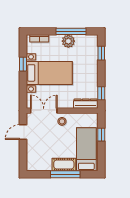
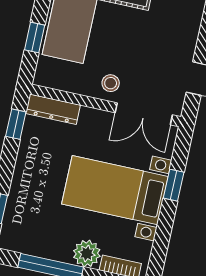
plant: (68, 41) -> (87, 254), moved
window: (23, 64) -> (174, 185), moved

